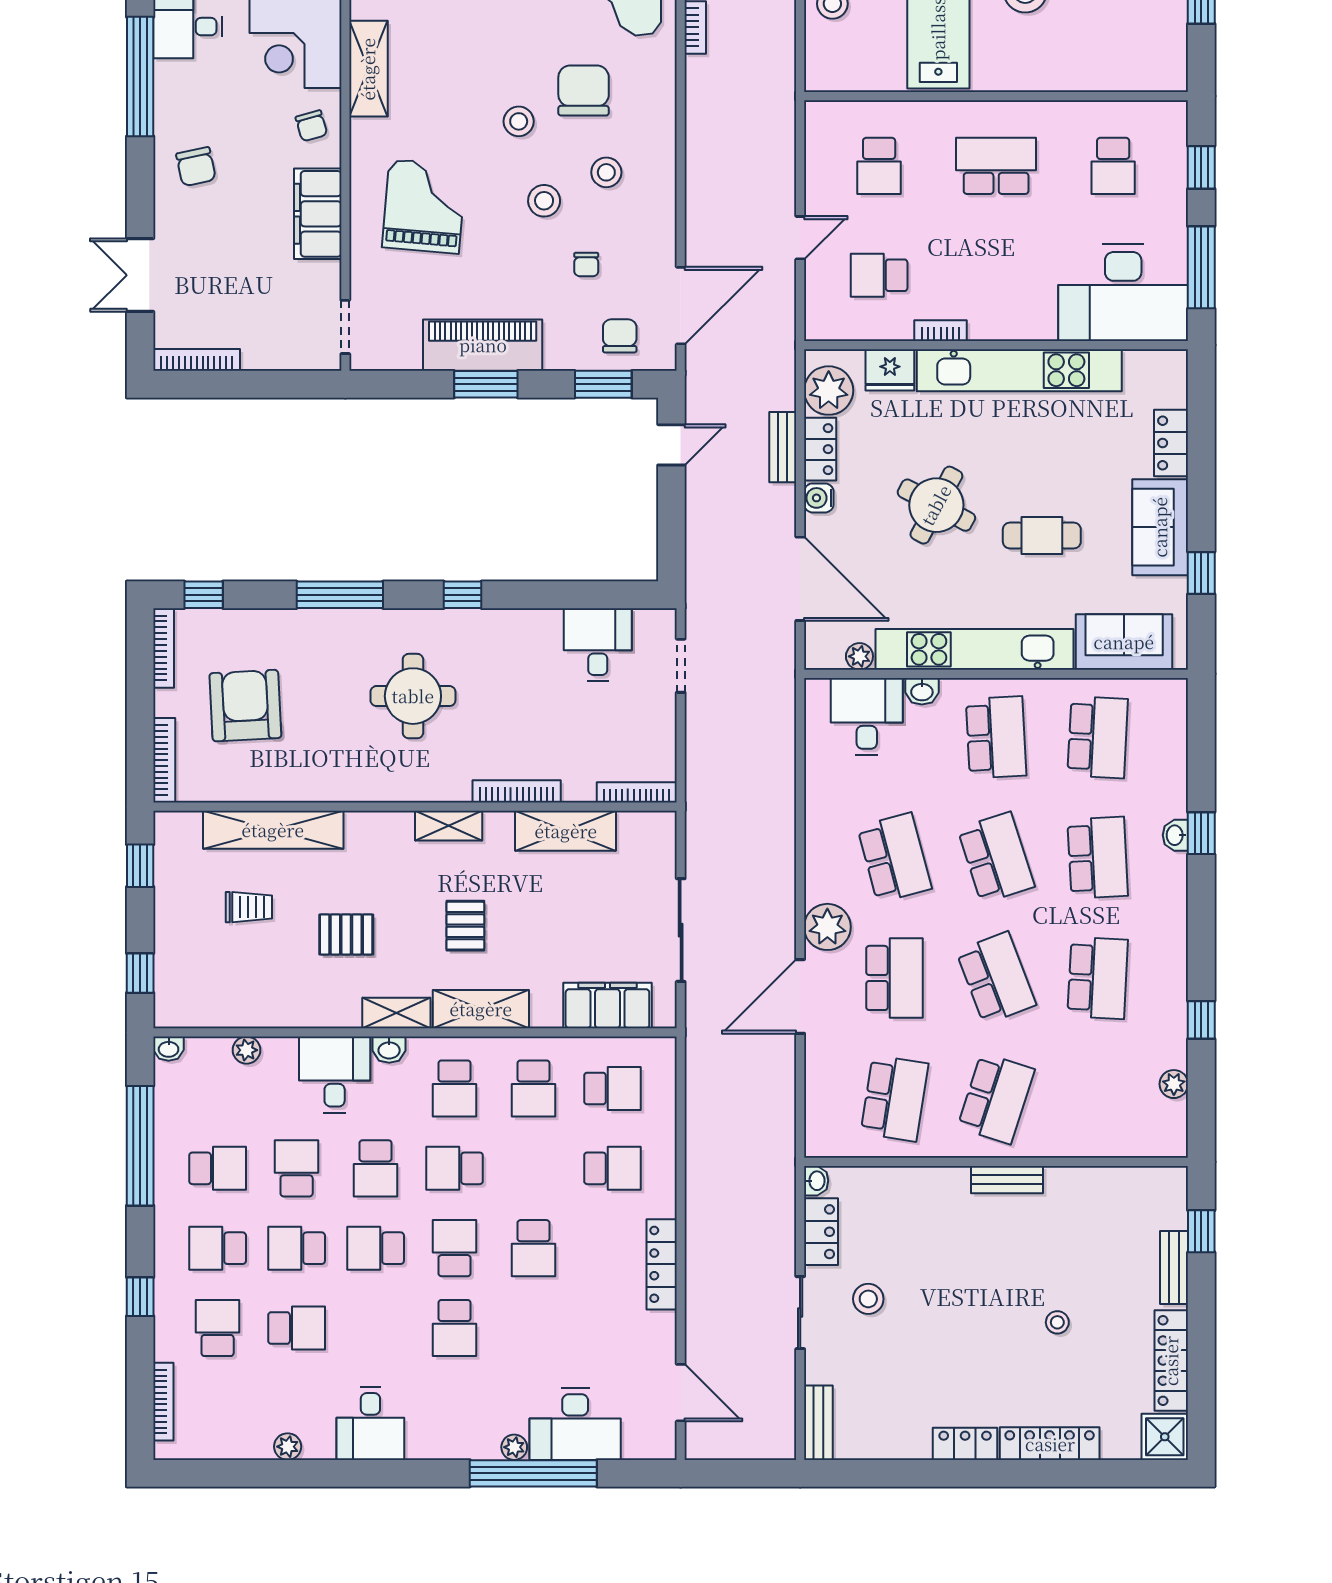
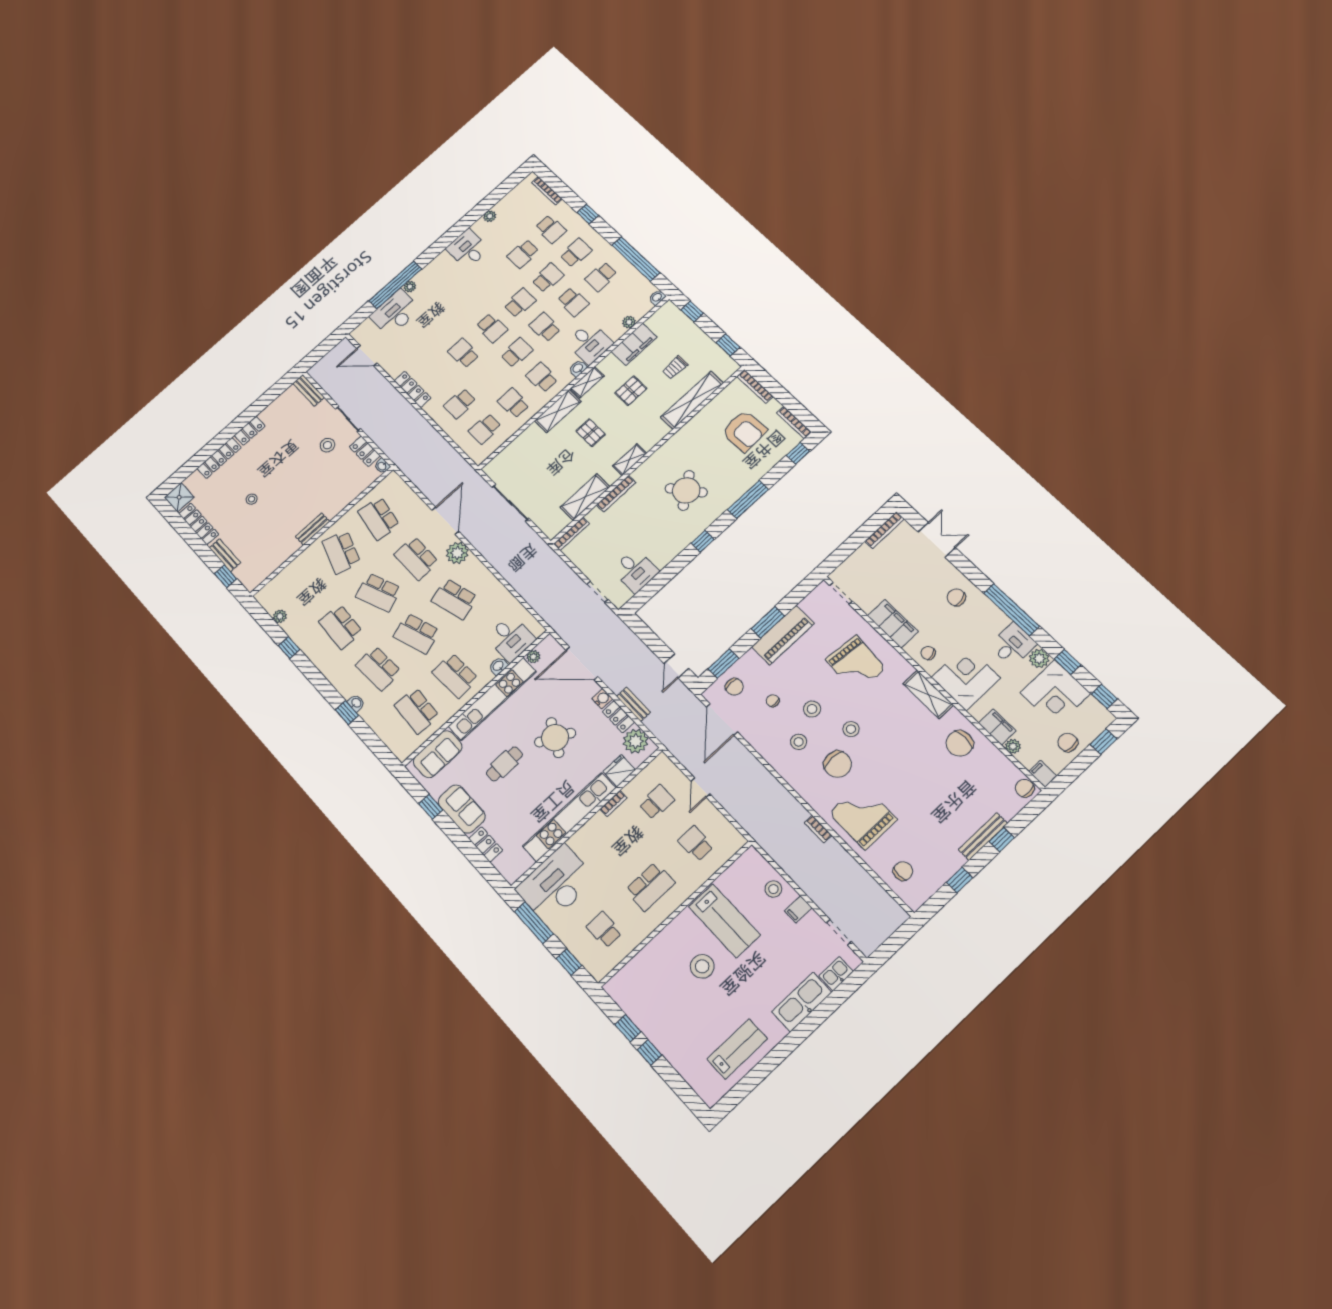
round table: (413, 696) -> (686, 490), turned -37
filing cabinet: (607, 1006) -> (634, 344), moved
school desk: (455, 1328) -> (467, 304), removed

